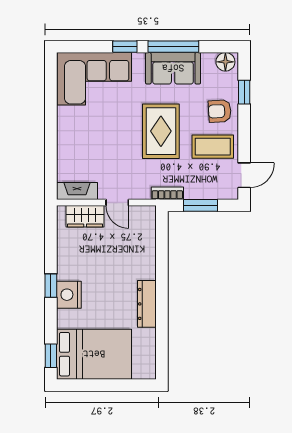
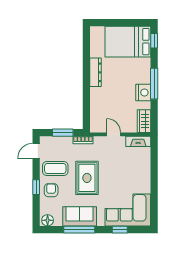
window: (125, 47) -> (120, 230), moved
window: (244, 92) -> (36, 187), moved
armchair: (220, 111) -> (51, 190), turned -87
wardrobe: (85, 216) -> (144, 121), moved, turned -90
window: (51, 286) -> (154, 84), width x2.17
nightstand: (69, 295) -> (143, 92), moved

